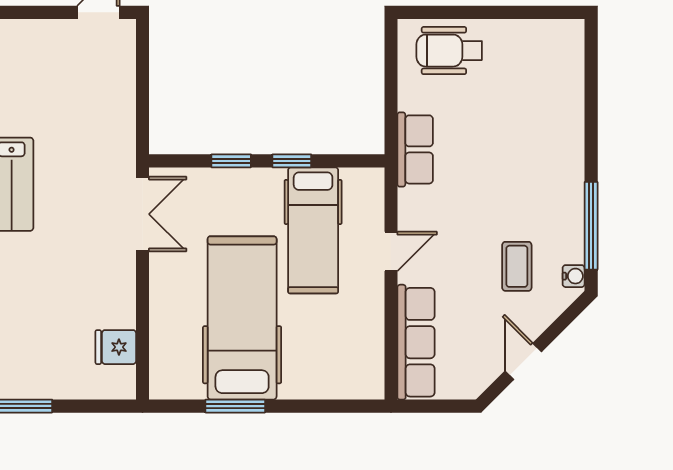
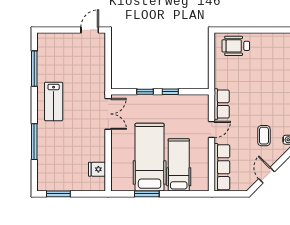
row of seats: (415, 149) -> (222, 104), moved
hospital bed: (313, 230) -> (179, 165), moved, turned 180

